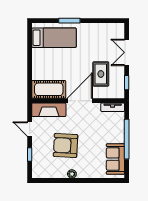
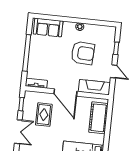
cot: (49, 89) -> (98, 118), moved, turned 90
door: (80, 101) -> (65, 93), hinge flipped
sofa: (115, 159) -> (48, 27), moved, turned 90

